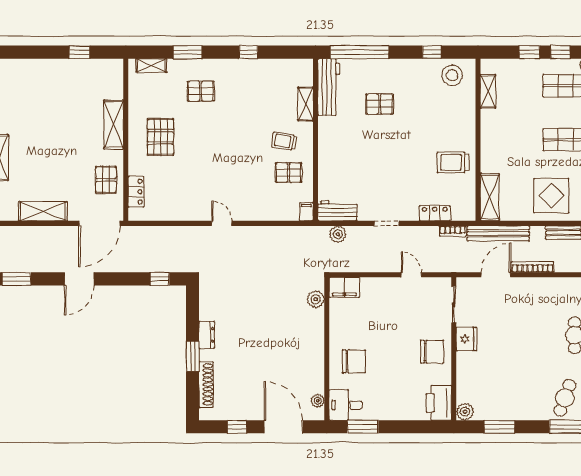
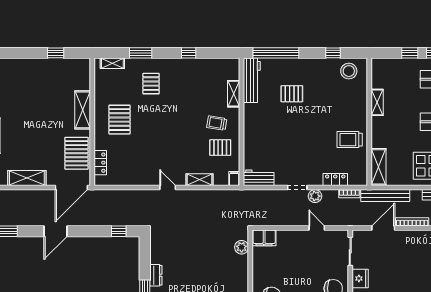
pallet: (201, 91) -> (151, 84), turned 90
shelving: (488, 91) -> (377, 102), moved
pallet: (106, 180) -> (77, 153), width x1.50, depth x1.42
shelving: (262, 213) -> (199, 180), added
plant: (338, 234) -> (315, 196), moved

